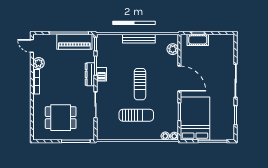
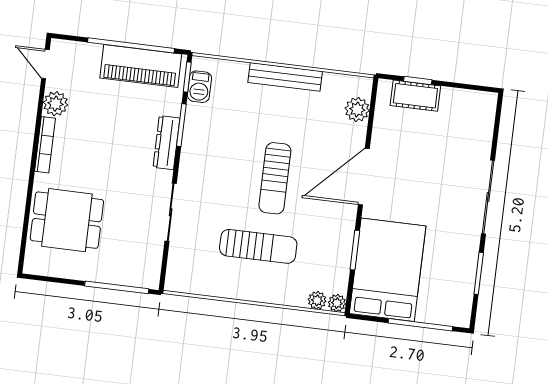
barbecue: (101, 74) -> (199, 87), moved
door: (179, 79) -> (364, 177), swing flipped
dining table: (61, 118) -> (67, 220), moved

